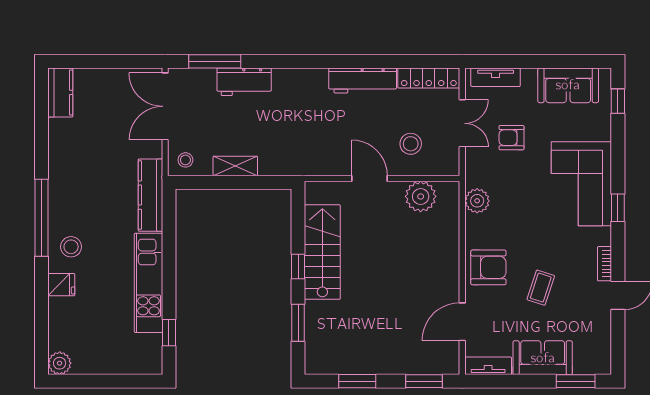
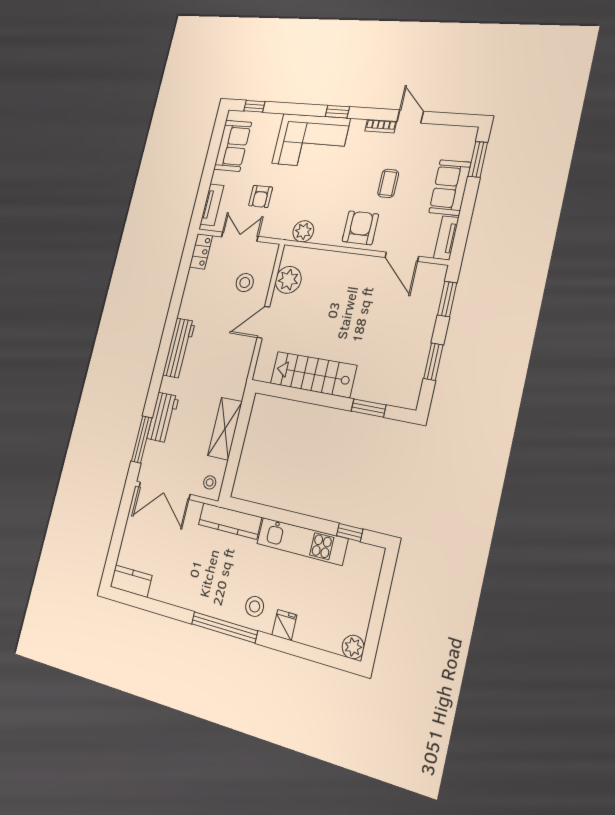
locker: (429, 78) -> (201, 251), width x0.66
workbench: (363, 80) -> (179, 348), moved
shelving: (235, 166) -> (225, 429), width x1.50, depth x1.33
window: (298, 267) -> (320, 399), removed
coffee table: (541, 288) -> (388, 183), turned 72

